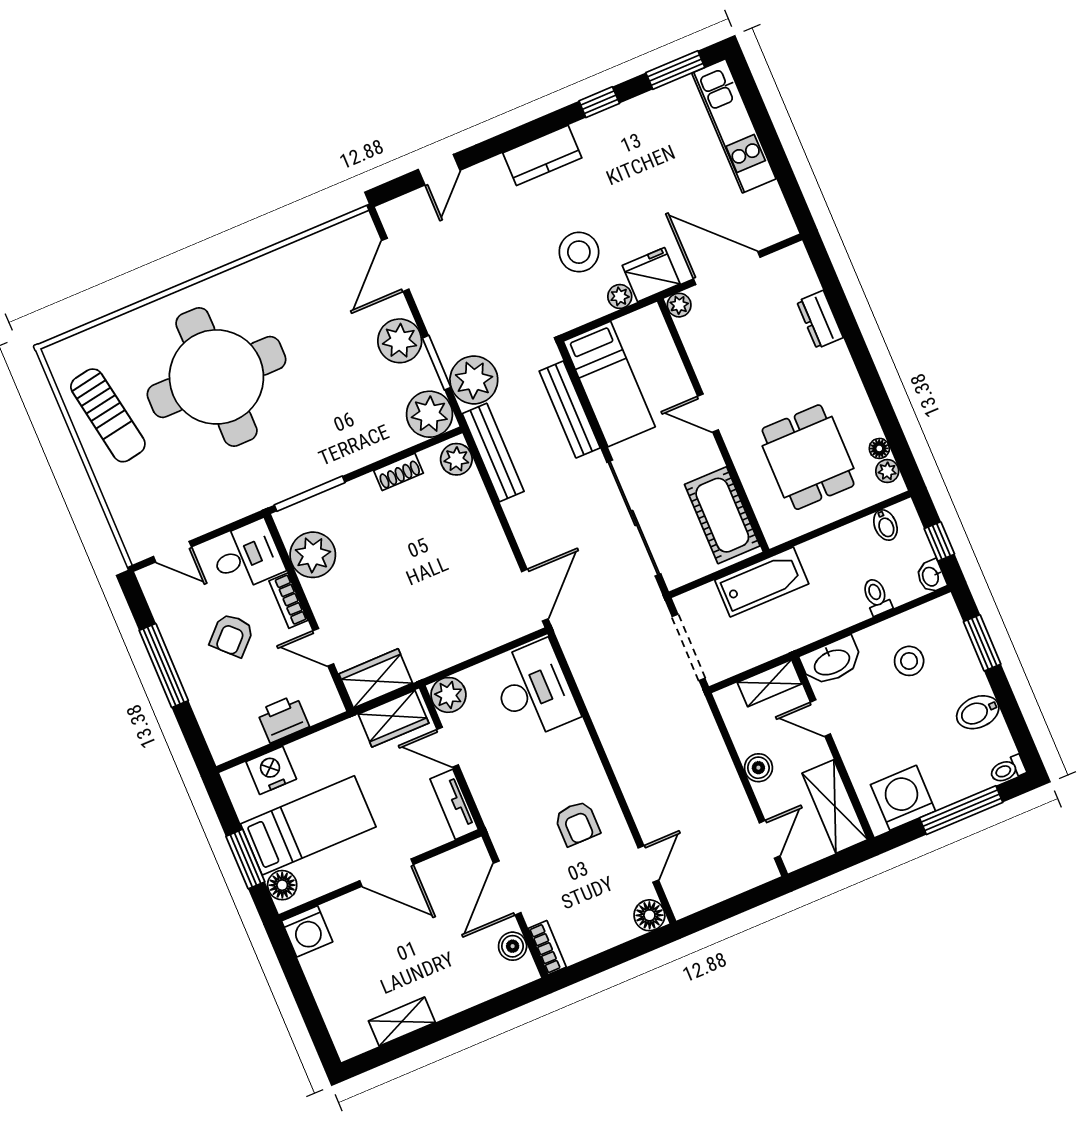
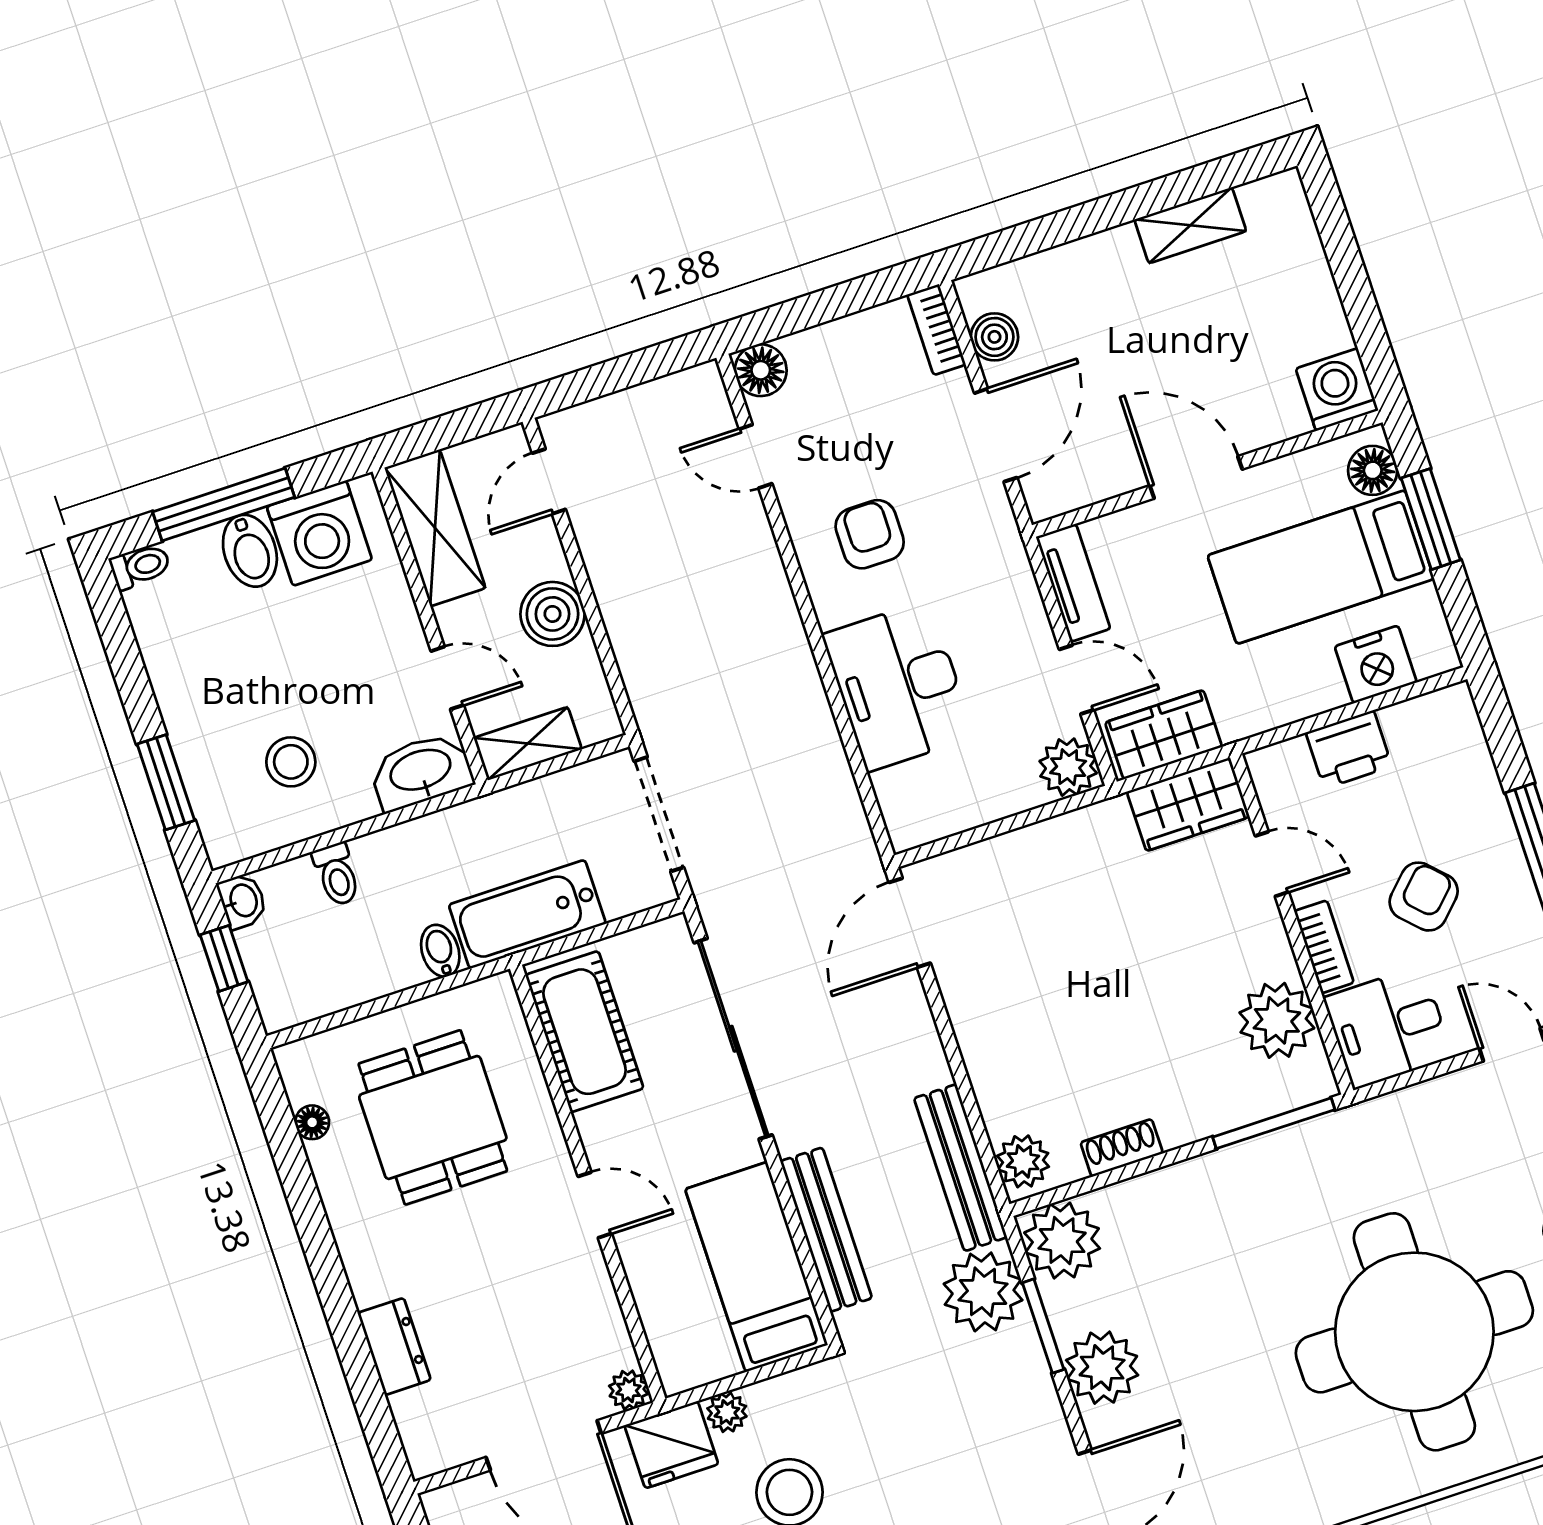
plant: (887, 471) -> (302, 1083), removed
bidet: (885, 525) -> (440, 951), moved
desk: (534, 690) -> (898, 686), moved
bidet: (978, 712) -> (250, 551), moved, turned 90
boiler: (758, 768) -> (552, 614), width x1.36, depth x1.36
door: (648, 864) -> (756, 456), hinge flipped

